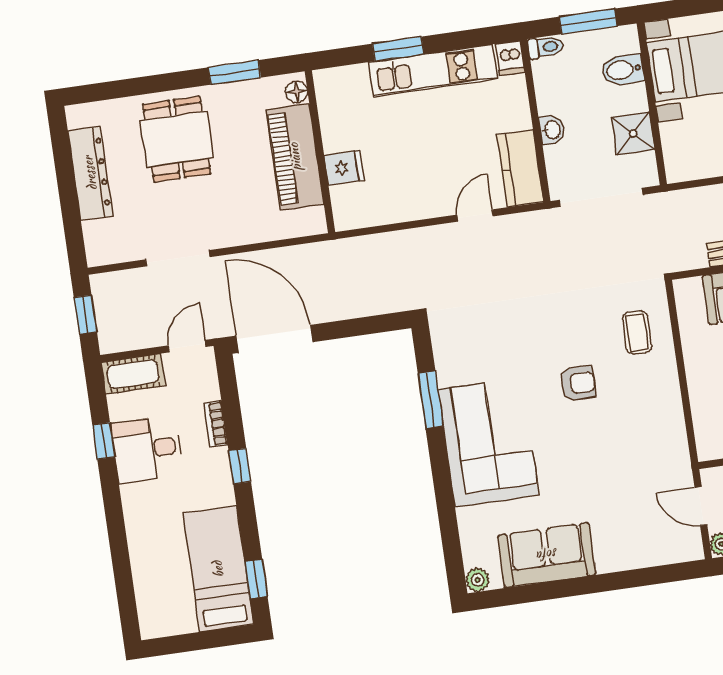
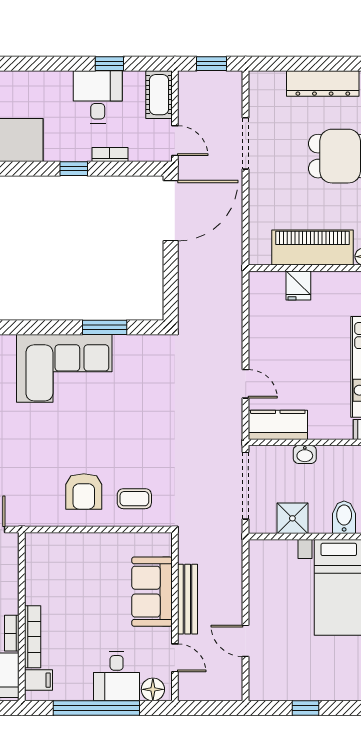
armchair: (578, 383) -> (84, 491), moved, width x1.38, depth x1.38

